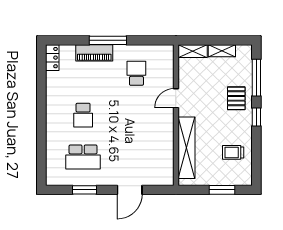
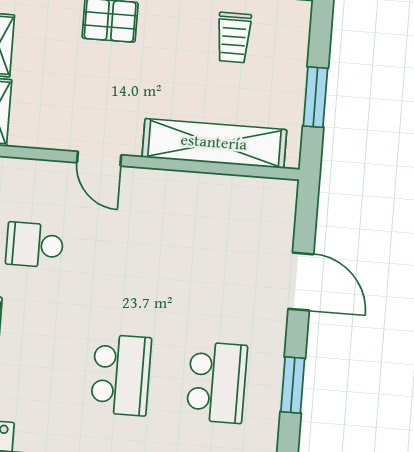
school desk: (83, 115) -> (121, 375), width x1.85
window: (222, 190) -> (315, 97), moved

